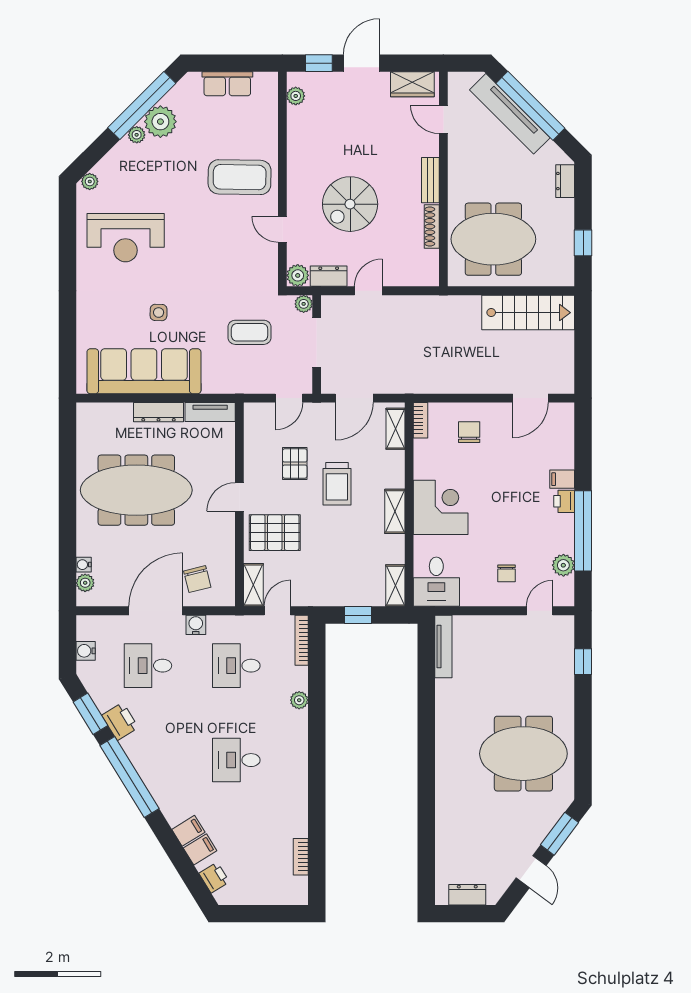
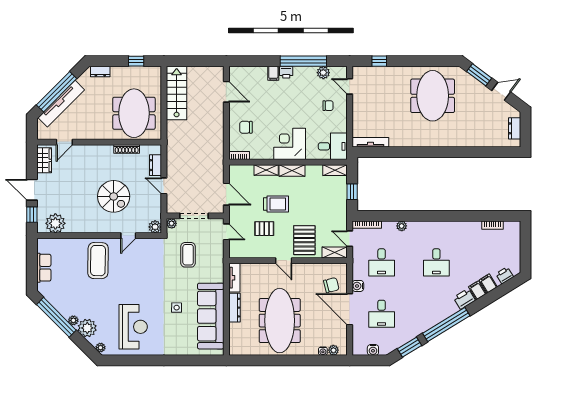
plant: (296, 96) -> (55, 223), width x1.88, depth x1.88
plant: (160, 122) -> (87, 328), moved
bench: (430, 180) -> (100, 150), removed
dresser: (329, 276) -> (156, 165), moved
shelving: (395, 429) -> (266, 170), moved
printer: (120, 721) -> (464, 299), moved

